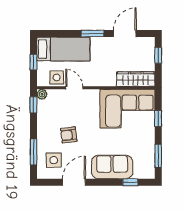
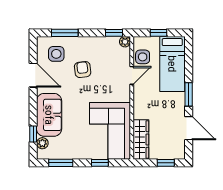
plant: (139, 173) -> (42, 143), added

